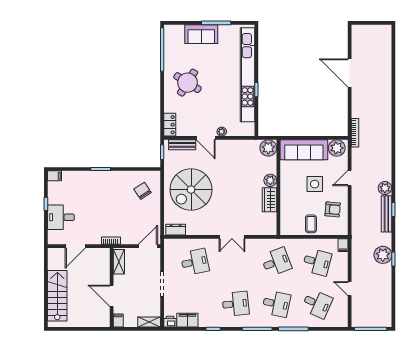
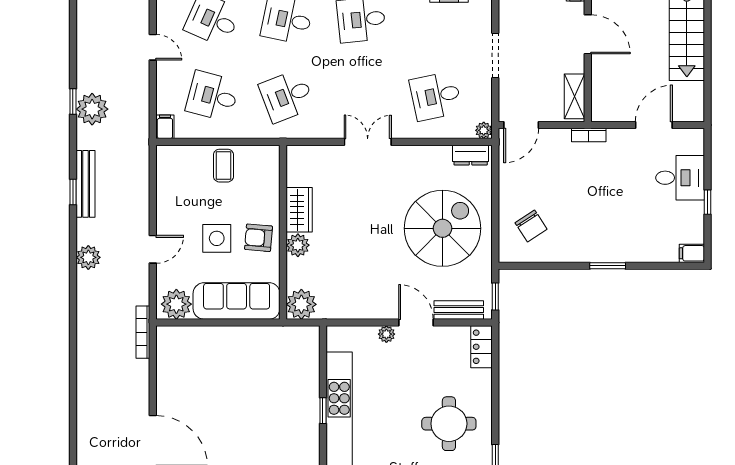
round table: (188, 83) -> (449, 424), turned -32
plant: (385, 188) -> (88, 257), moved
armchair: (333, 209) -> (259, 238), moved
plant: (168, 243) -> (484, 130), added

